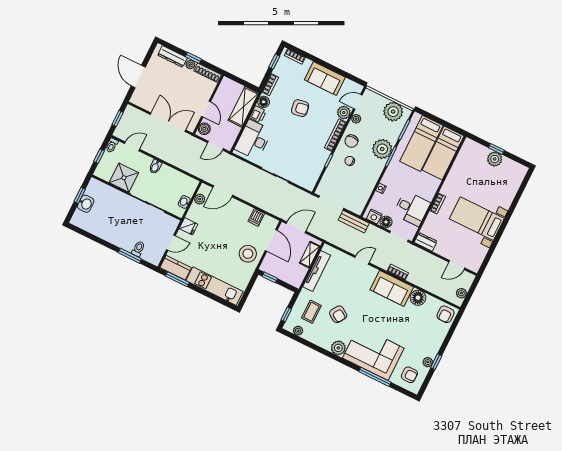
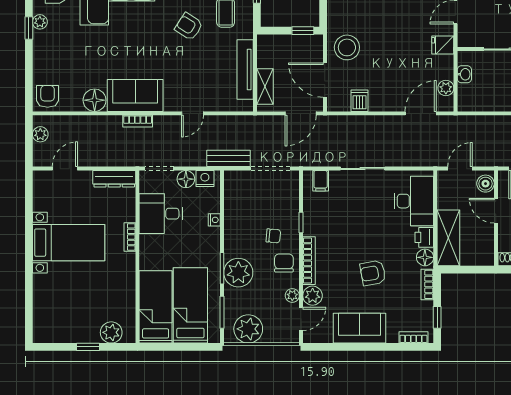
plant: (495, 159) -> (111, 332), moved
filing cabinet: (304, 180) -> (321, 181), added
dresser: (426, 242) -> (114, 179), width x1.44

